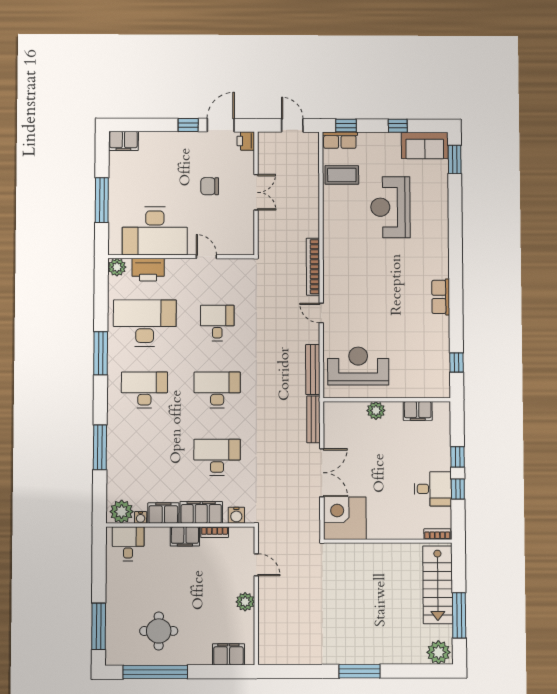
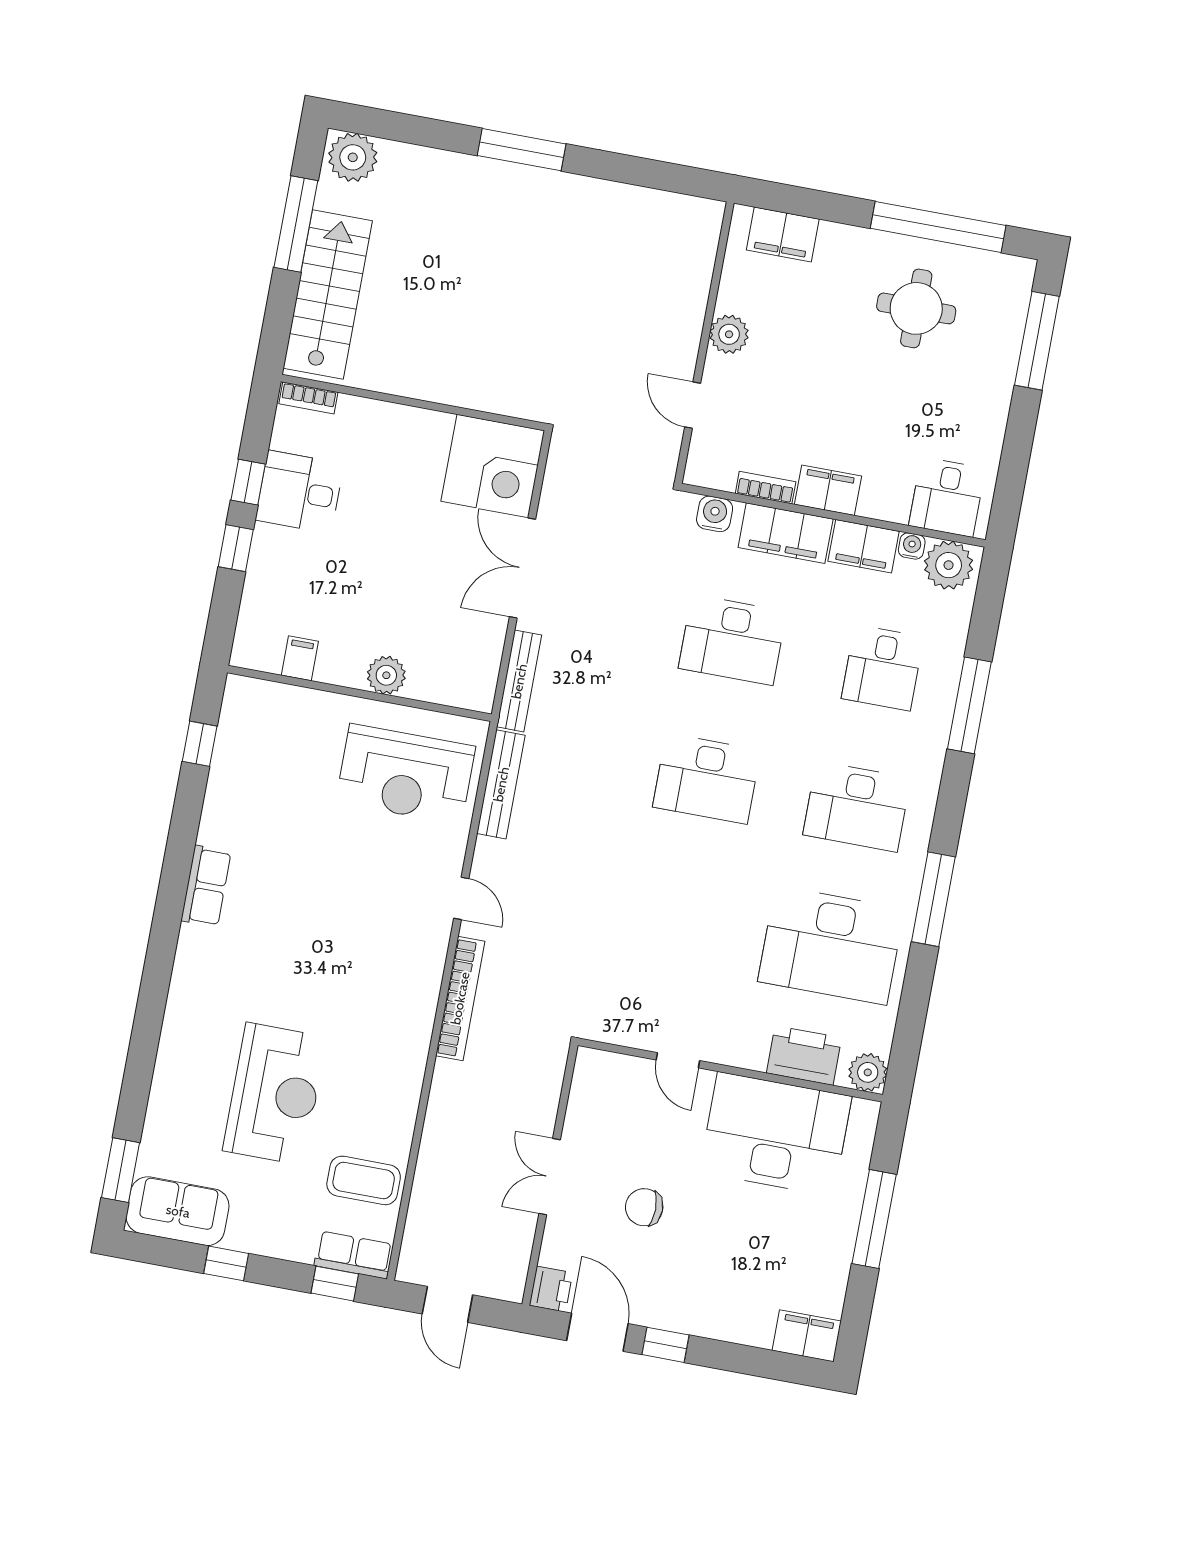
door: (221, 125) -> (597, 1332), swing flipped
chair: (210, 186) -> (644, 1207), turned 180
desk: (217, 323) -> (882, 668), moved
filing cabinet: (418, 411) -> (300, 658), width x0.50

